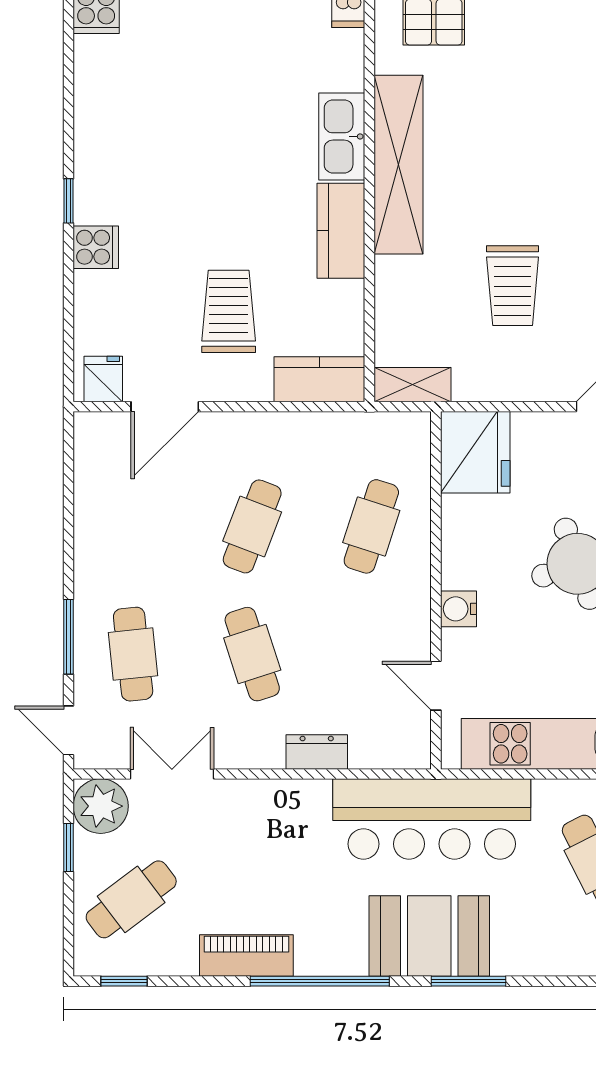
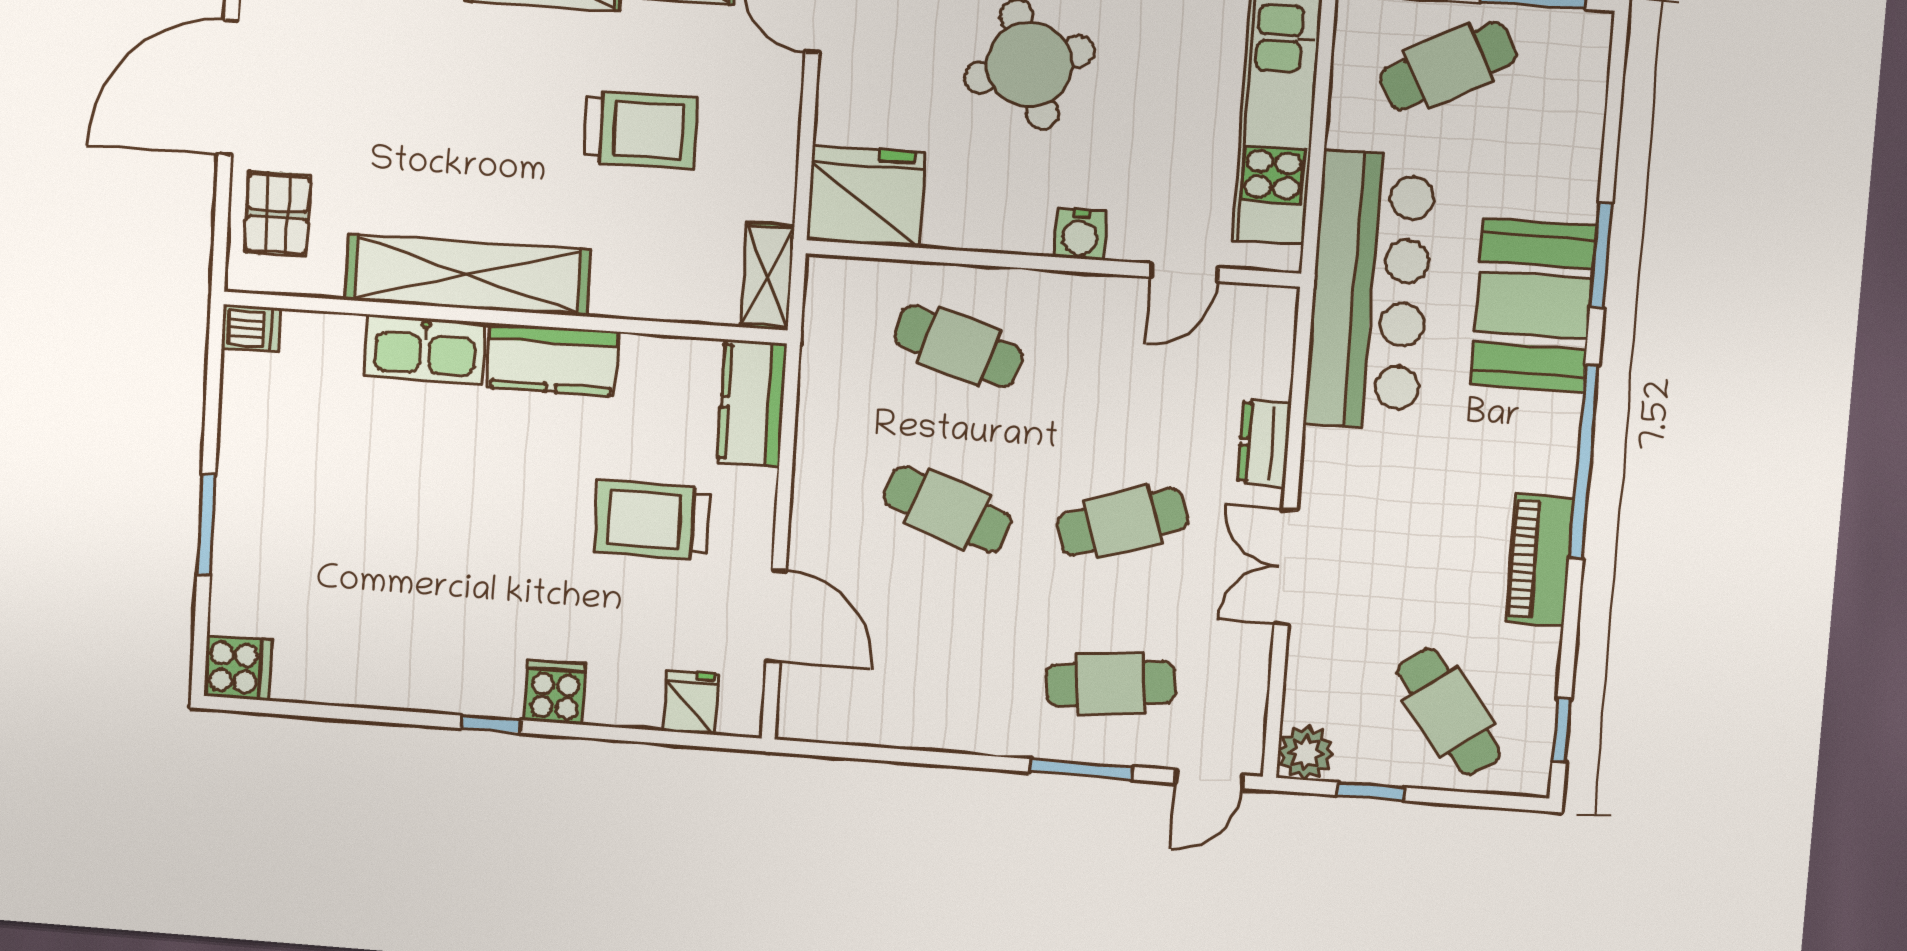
fridge: (103, 379) -> (691, 702), moved, turned 90
double door: (172, 774) -> (1285, 567), moved
plant: (101, 806) -> (1306, 753), width x0.73, depth x0.73

